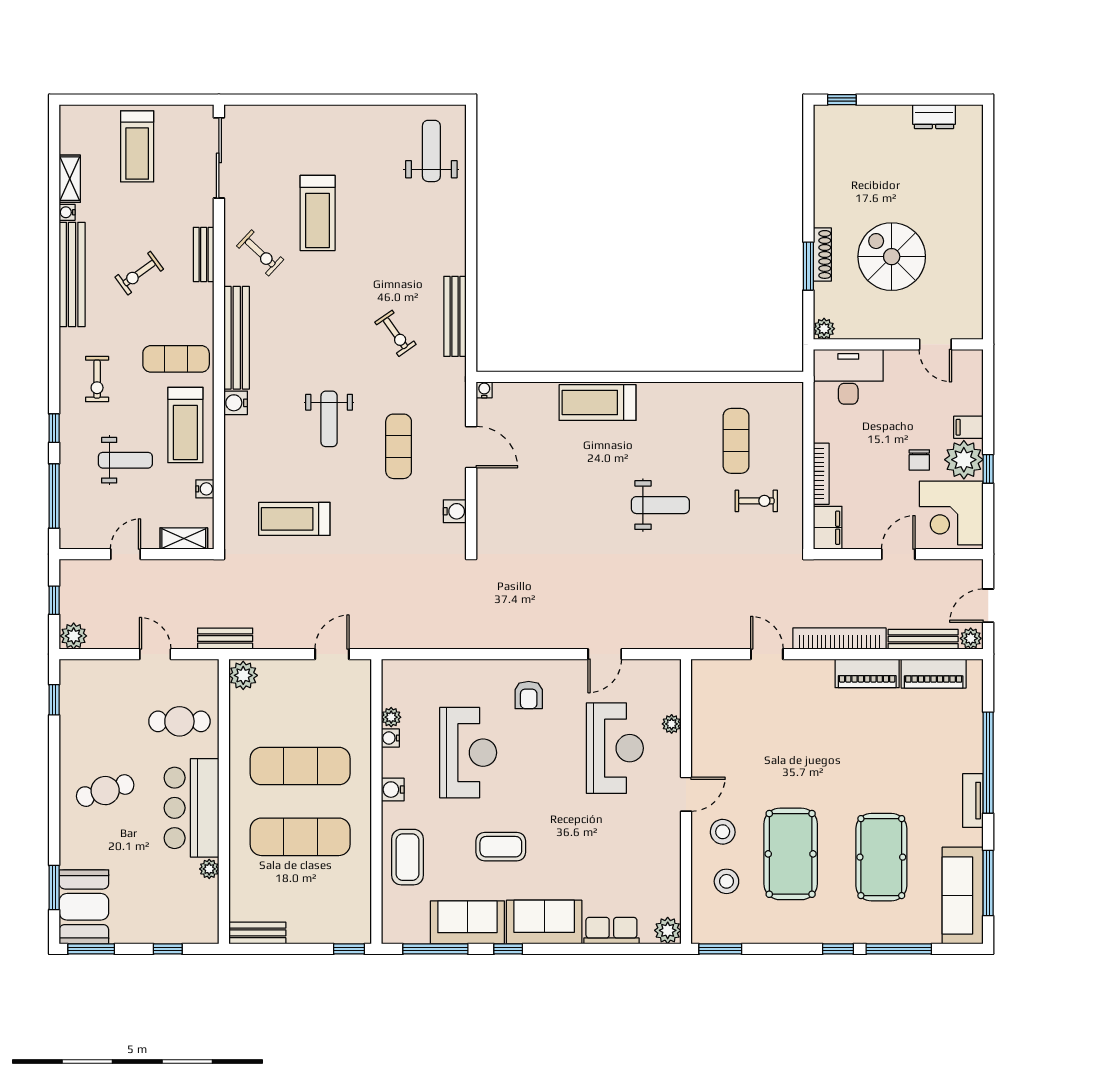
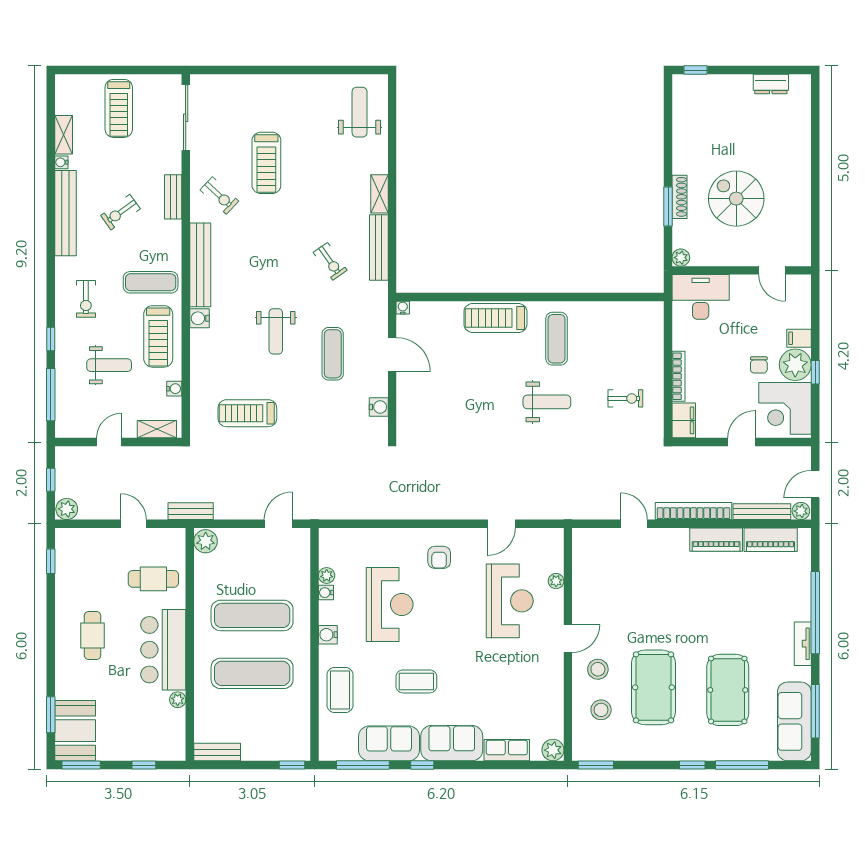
shelving: (456, 251) -> (379, 194), added
exercise mat: (736, 441) -> (557, 339), moved
cafe table: (105, 791) -> (93, 636), turned -73

